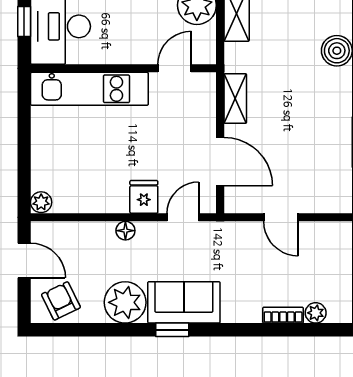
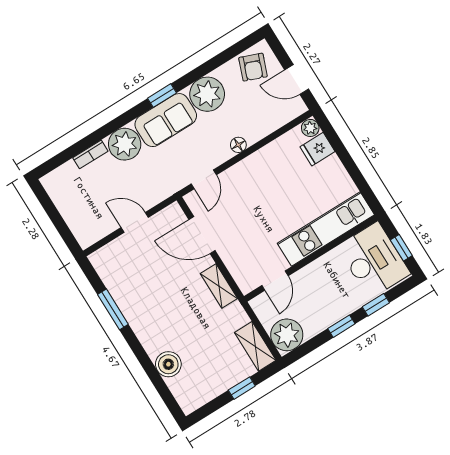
fridge: (144, 197) -> (318, 149), moved, turned 90
armchair: (61, 301) -> (253, 67), turned 47
plant: (316, 313) -> (125, 144), moved, width x1.88, depth x1.88

